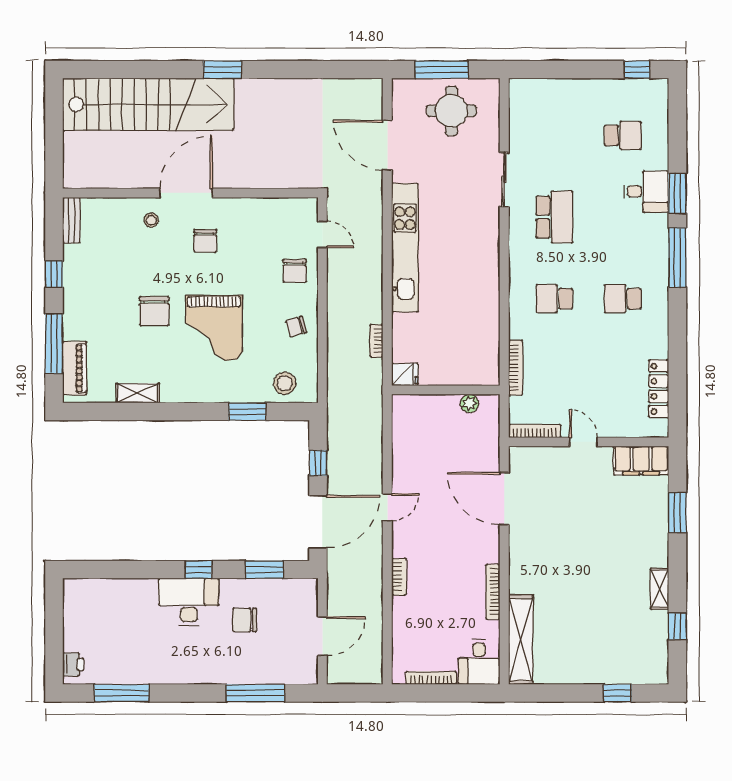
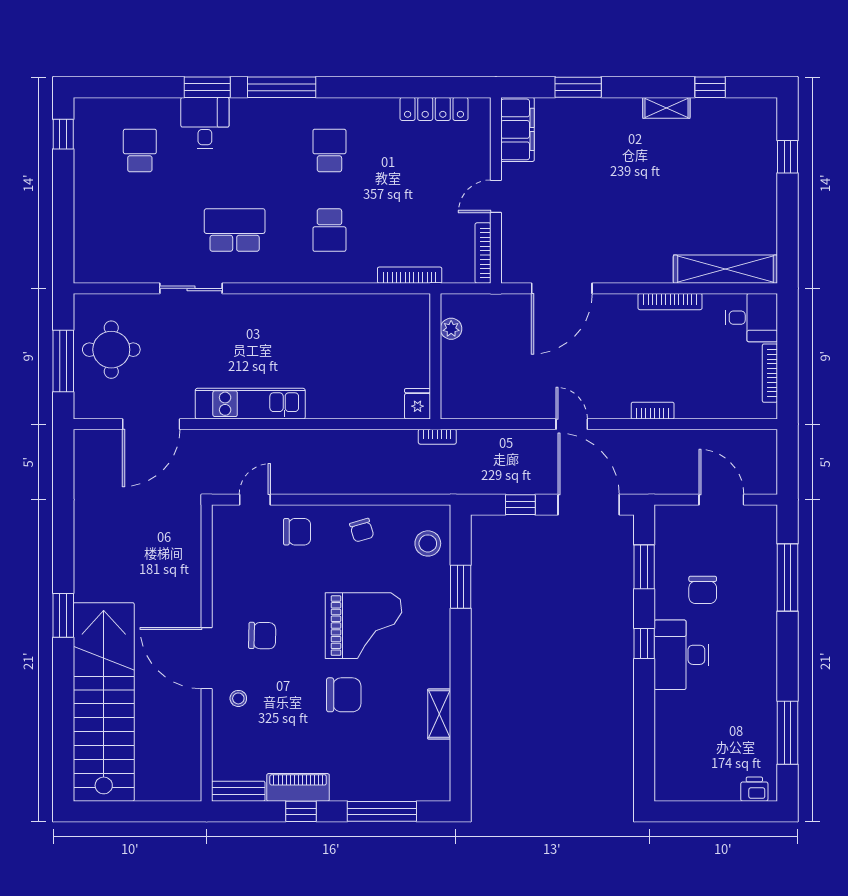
kitchen unit: (405, 248) -> (250, 404), width x0.73
school desk: (623, 299) -> (329, 150), turned 180
bookcase: (376, 341) -> (437, 437), moved
piano: (75, 368) -> (298, 787), moved

